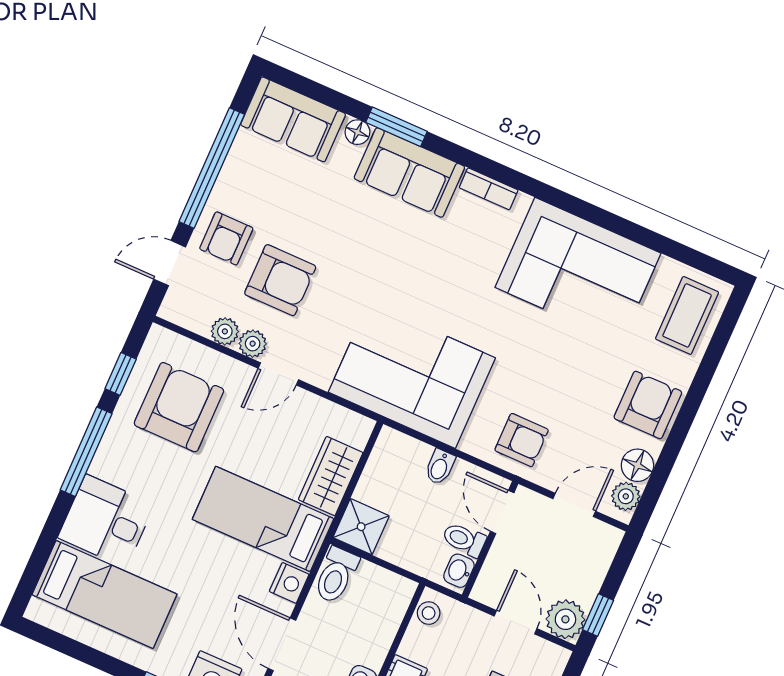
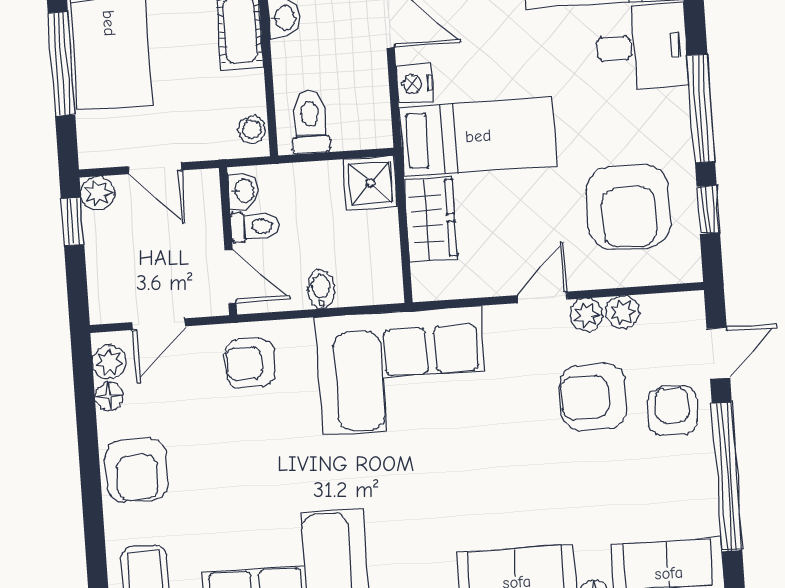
floor lamp: (637, 465) -> (109, 396), width x0.73, depth x0.73
toilet: (336, 575) -> (310, 122), moved
plant: (565, 619) -> (98, 193), width x0.73, depth x0.73

